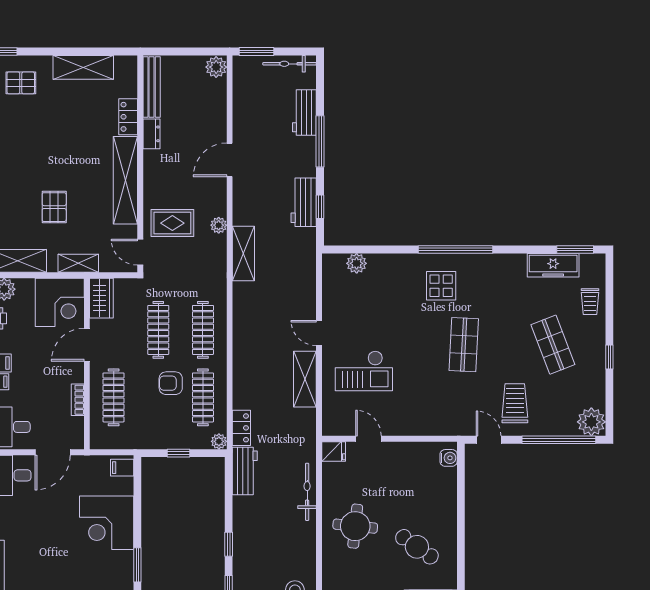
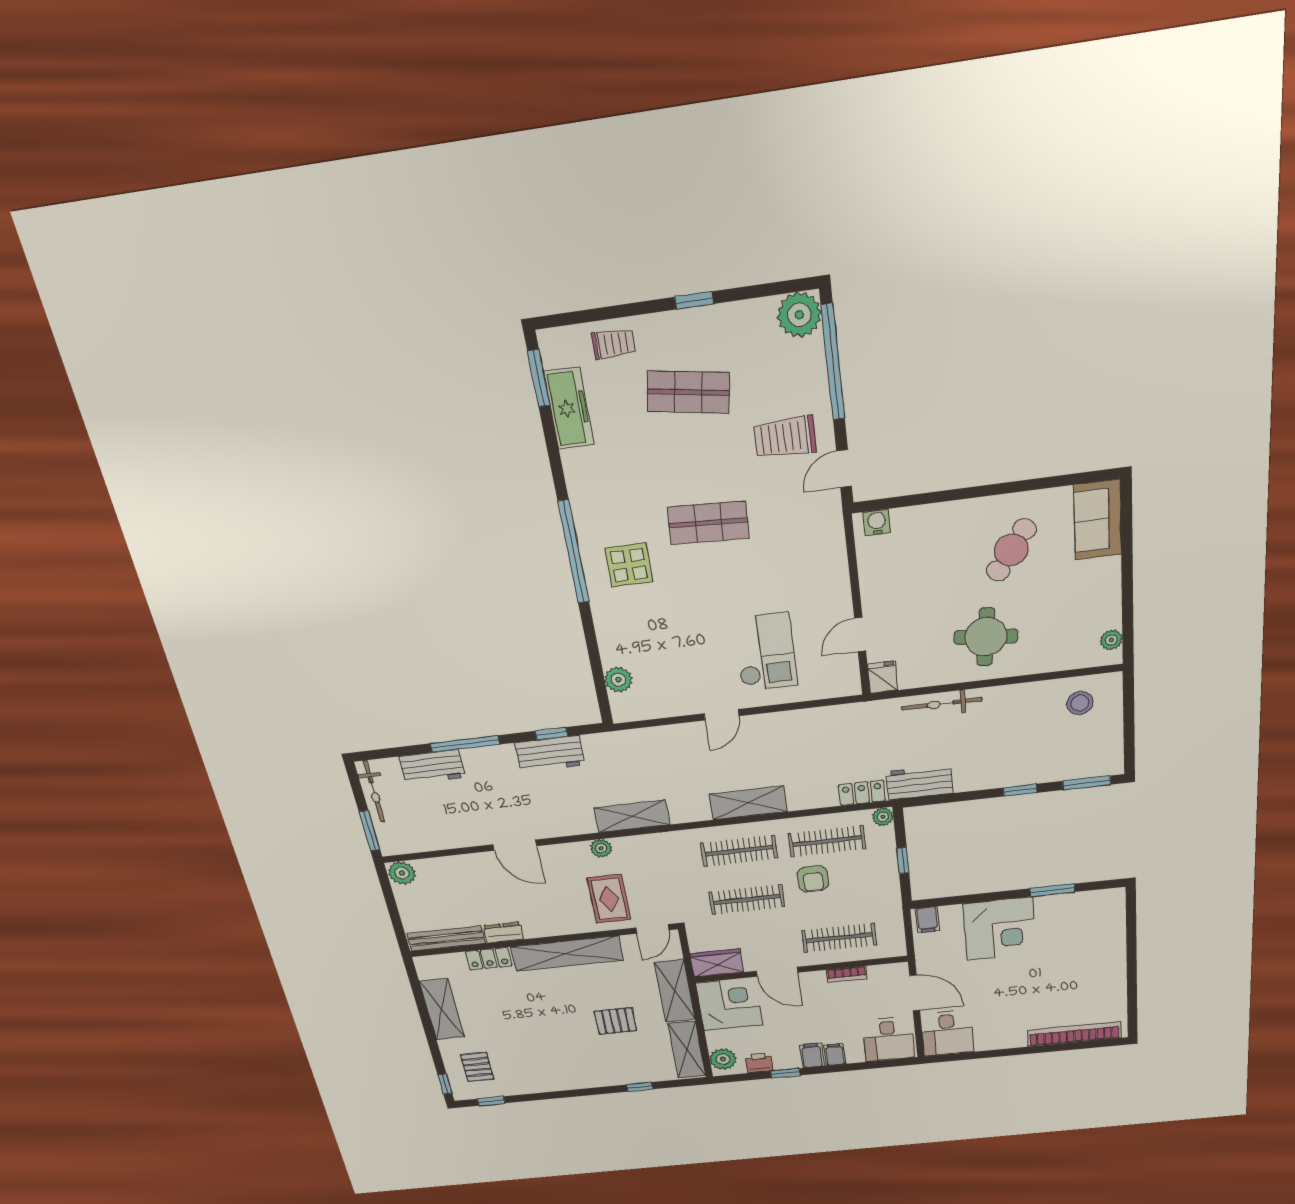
shelving: (78, 263) -> (675, 991), width x1.50, depth x1.33
shop shelf: (553, 345) -> (688, 392), turned 30
shelving: (305, 379) -> (748, 803), moved

